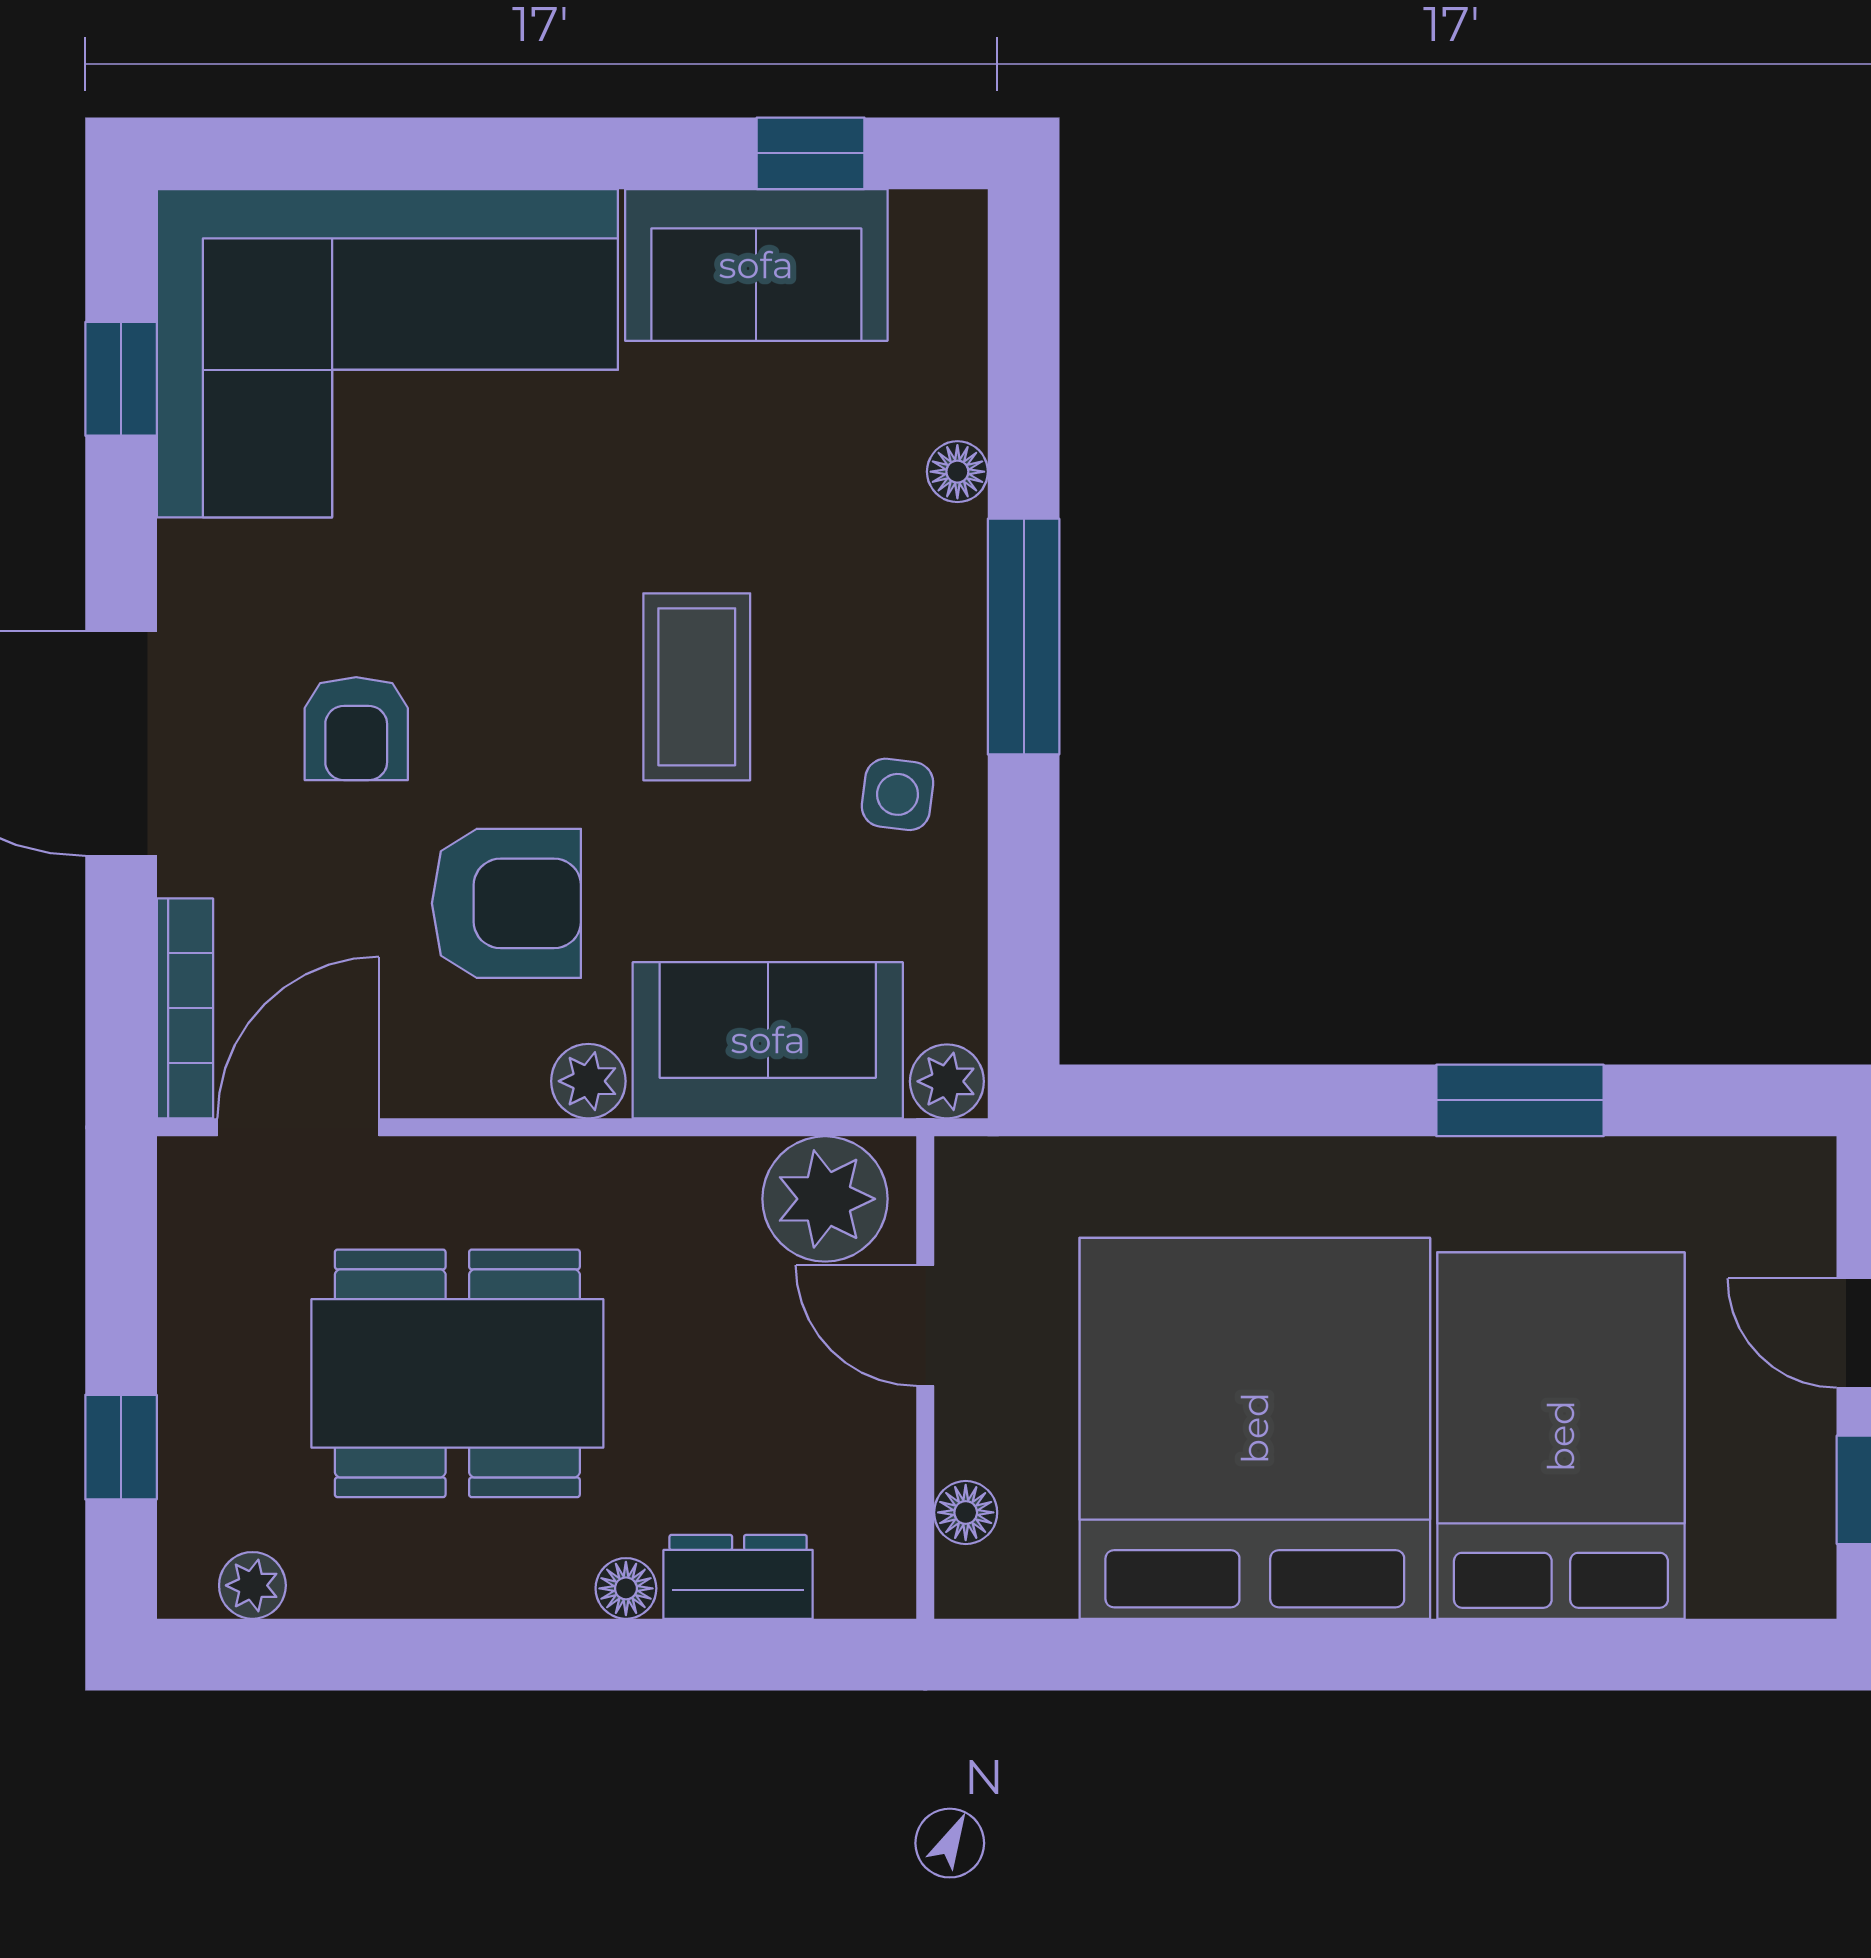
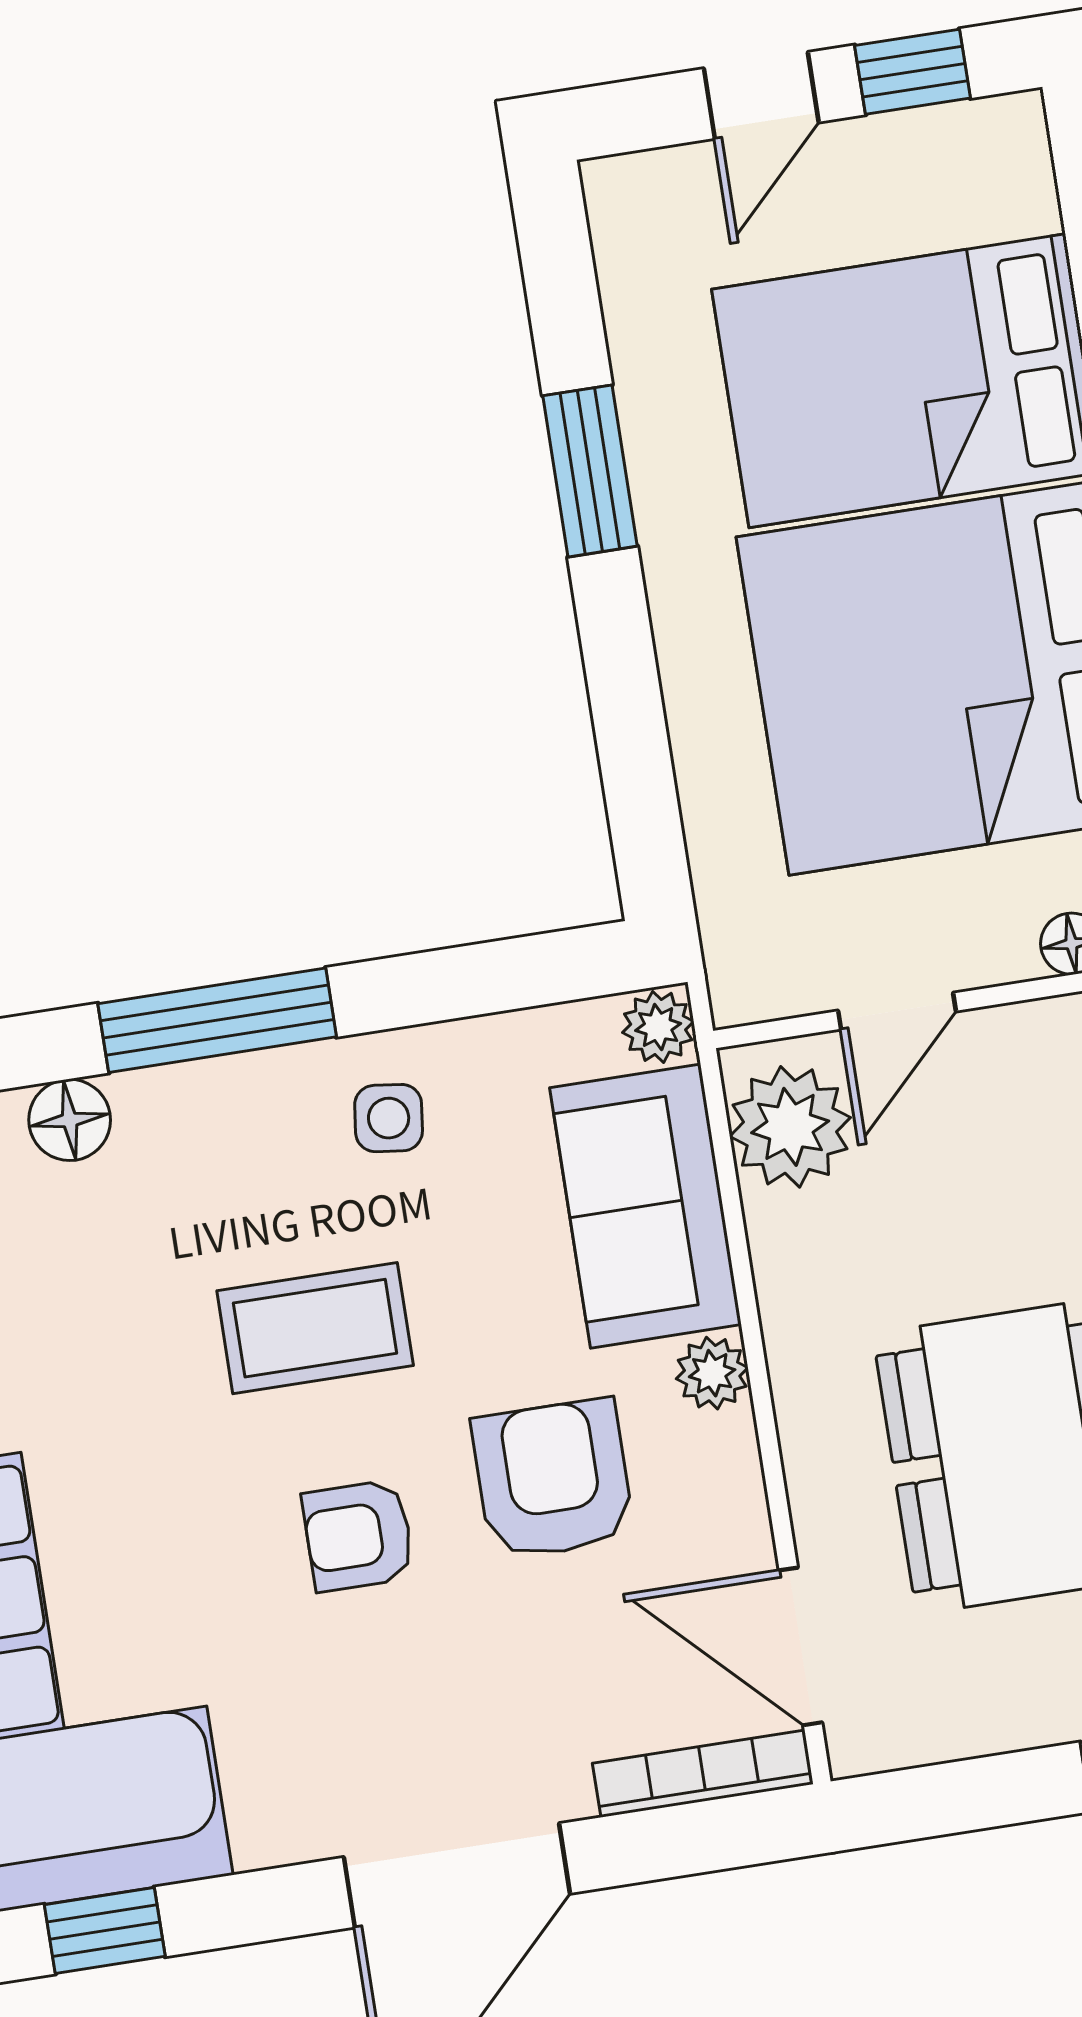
floor lamp: (957, 472) -> (70, 1120), width x1.37, depth x1.37
armchair: (356, 729) -> (358, 1536), moved, turned 180

